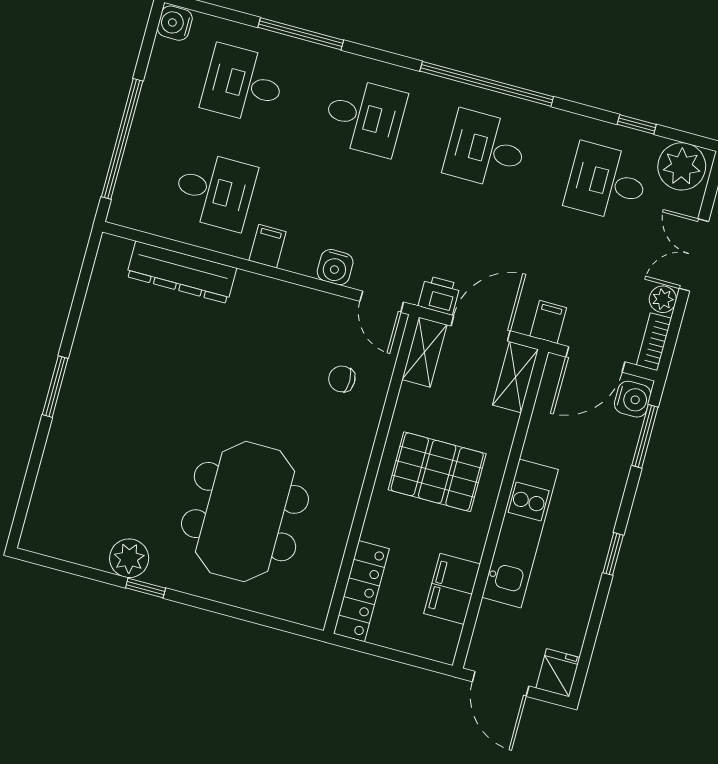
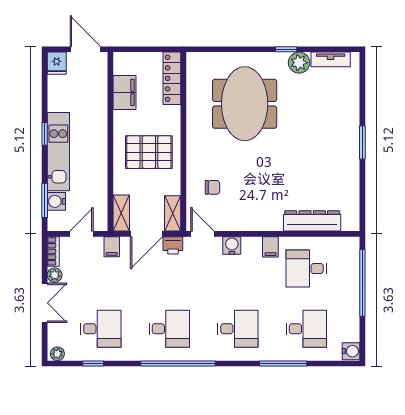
desk: (365, 117) -> (238, 329), turned 180
plant: (682, 166) -> (57, 354), width x0.53, depth x0.53
door: (595, 359) -> (82, 234), width x0.73
water cooler: (633, 399) -> (56, 201), moved
kitchen unit: (520, 533) -> (58, 152), moved, turned 180
tv unit: (72, 549) -> (331, 59), added

